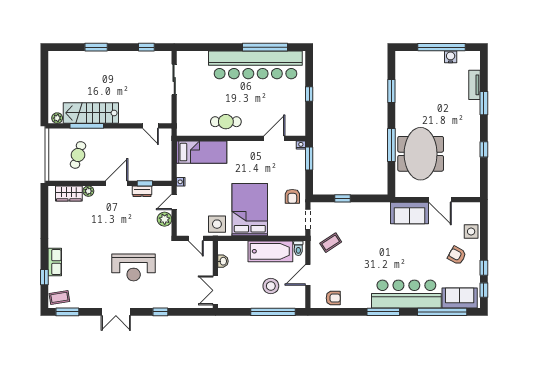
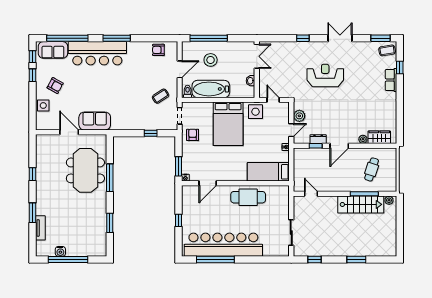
cafe table: (226, 122) -> (248, 197), width x1.37, depth x1.35

